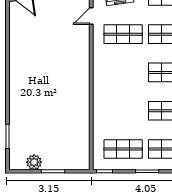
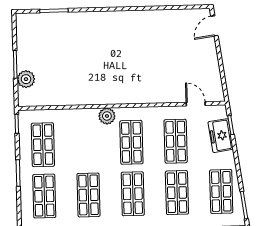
shop shelf: (123, 72) -> (131, 142), added
plant: (100, 93) -> (107, 116), added
plant: (34, 162) -> (26, 79), moved

